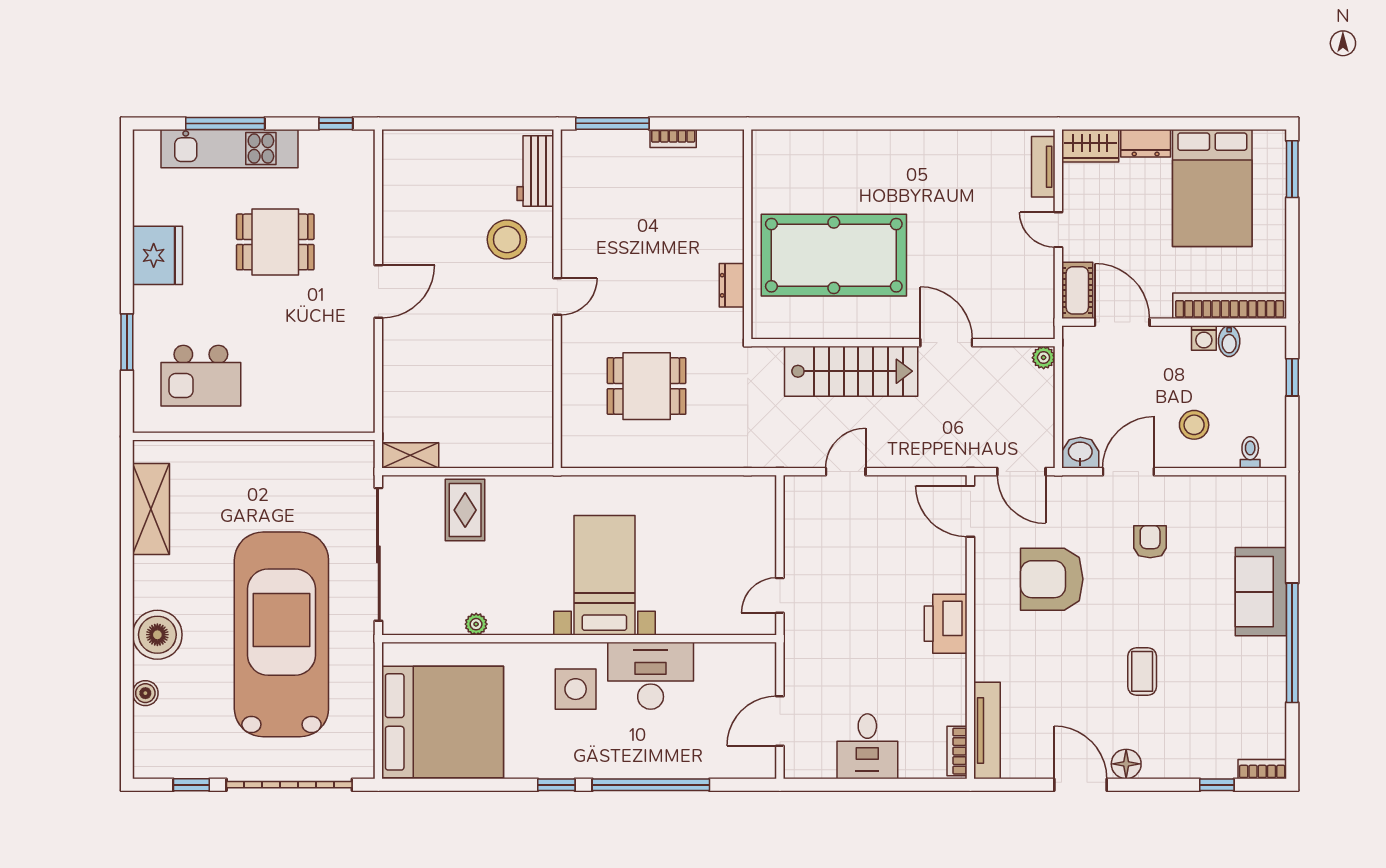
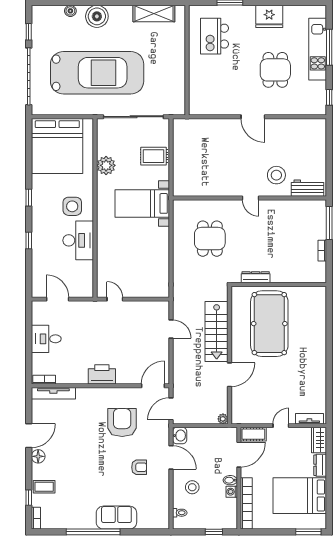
dresser: (732, 285) -> (256, 277), width x1.44
bidet: (1229, 341) -> (230, 480), moved
shelving: (410, 455) -> (178, 131), removed
bed with nightstands: (604, 575) -> (142, 203), moved, turned 180
plant: (476, 624) -> (106, 165), width x1.88, depth x1.88
coffee table: (1142, 671) -> (44, 487), moved
window: (651, 785) -> (29, 241), width x0.32

